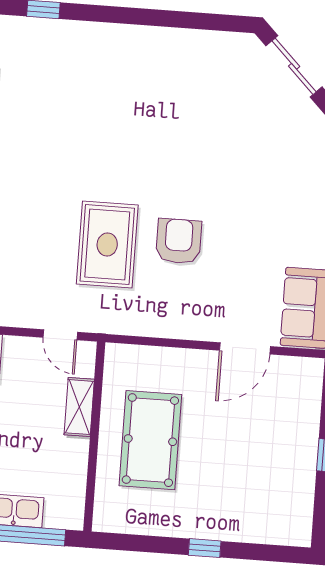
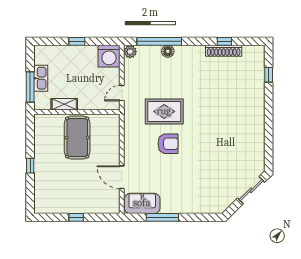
shelving: (79, 407) -> (64, 104), moved
pool table: (150, 440) -> (77, 138), turned 90

